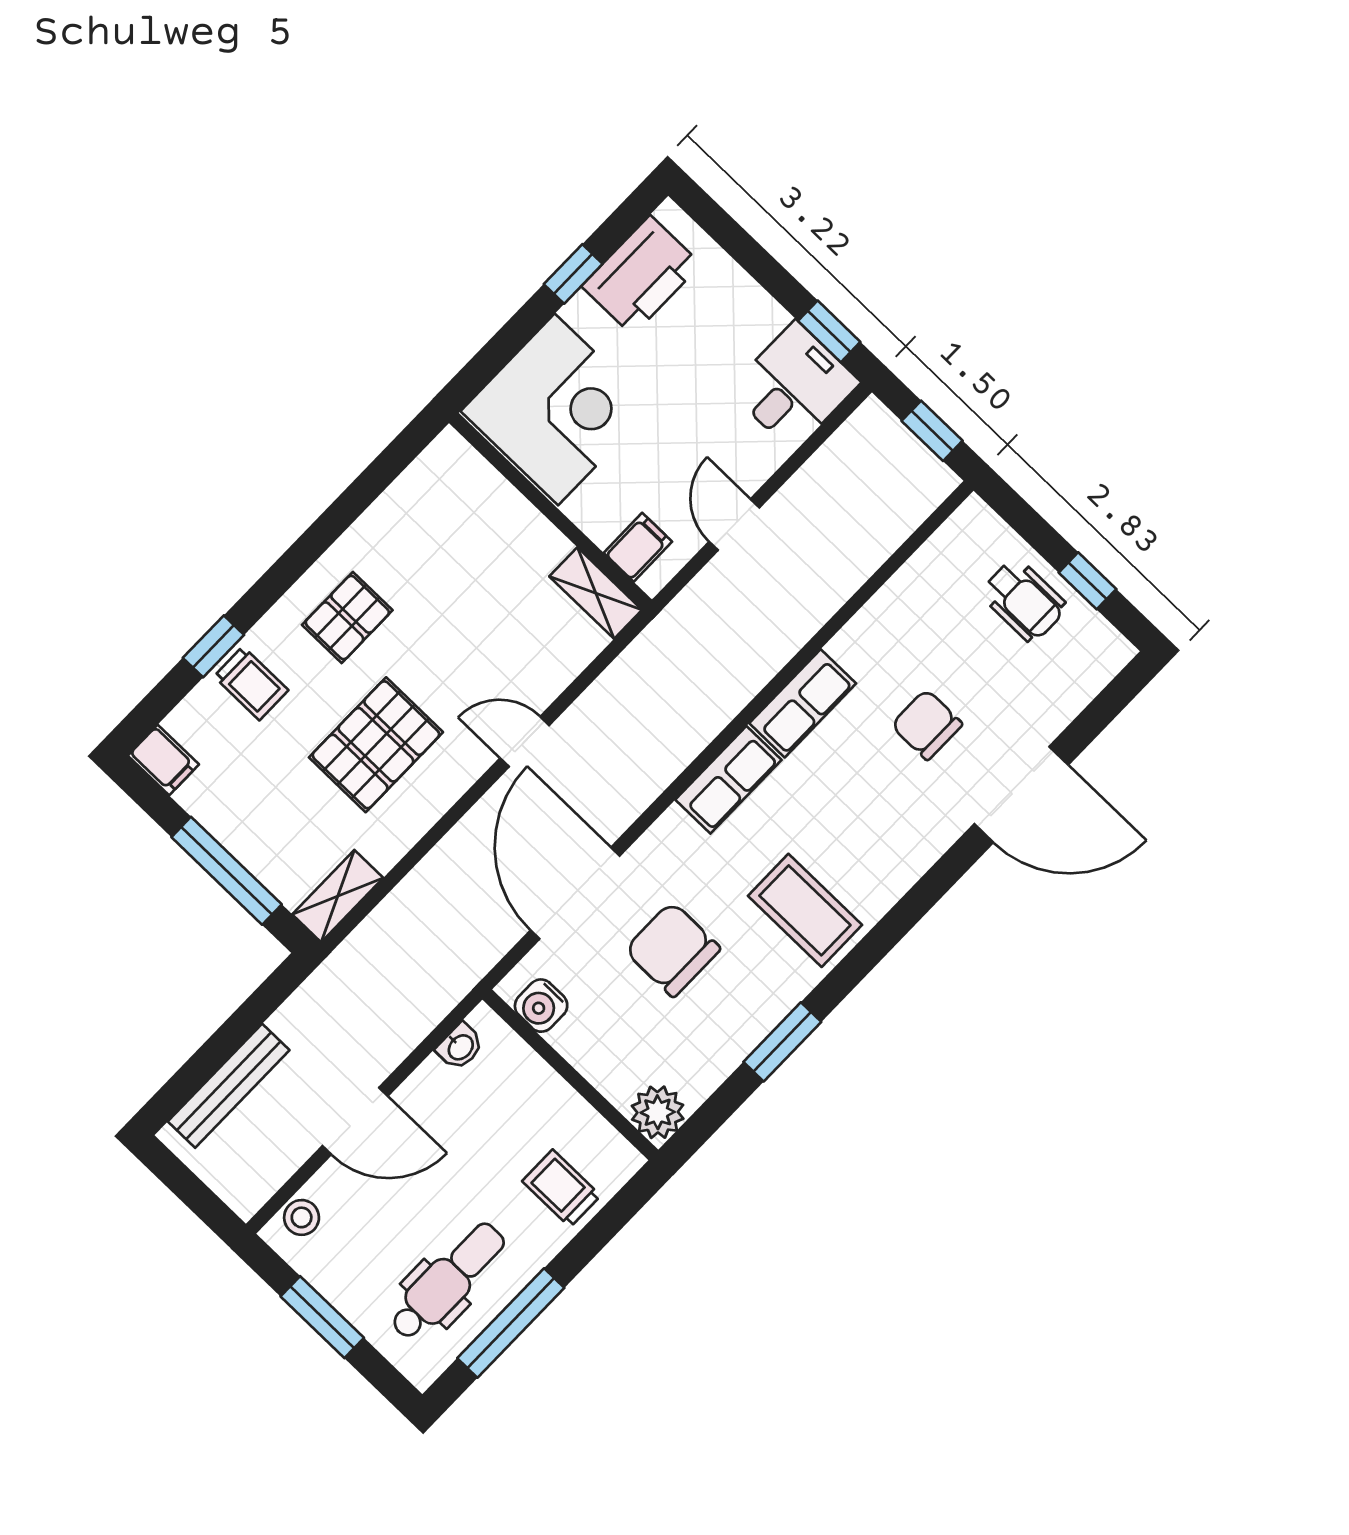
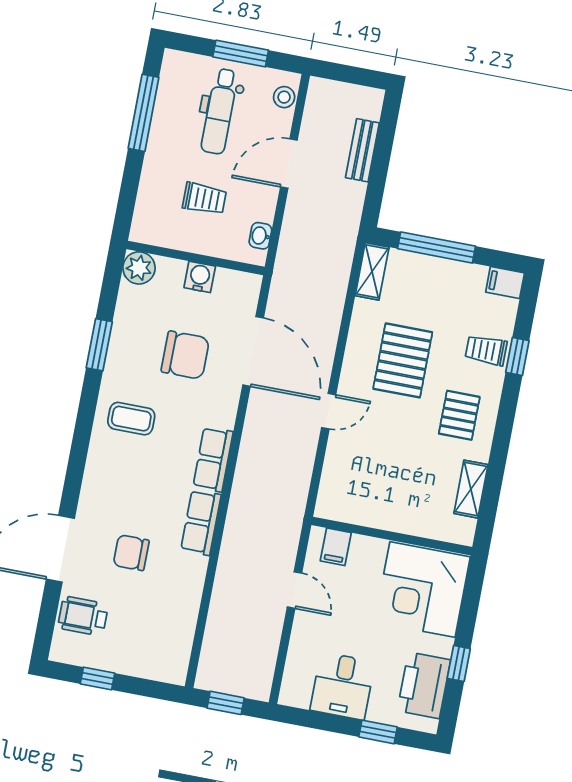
window: (829, 331) -> (378, 732), moved
desk: (794, 386) -> (343, 686), moved
shelving: (596, 593) -> (471, 489), moved, turned 90
wheelchair: (1024, 600) -> (83, 616), moved
chair: (927, 725) -> (131, 553), turned 180
coffee table: (805, 910) -> (131, 419), width x0.73, depth x0.77
water cooler: (541, 1006) -> (200, 277), moved
bench: (229, 1086) -> (362, 150), width x0.73
trolley: (561, 1188) -> (204, 199), moved
dental chair: (447, 1281) -> (220, 111), moved

